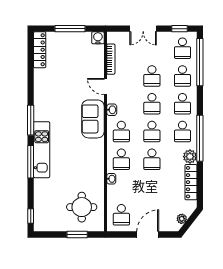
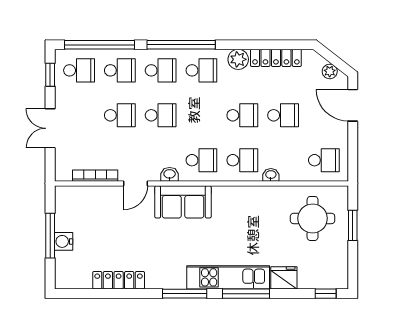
double door: (143, 29) -> (50, 128), swing flipped
water cooler: (98, 38) -> (64, 241), moved
locker: (40, 50) -> (119, 280), moved
school desk: (152, 132) -> (283, 115), moved
window: (200, 138) -> (181, 45), moved
fridge: (41, 188) -> (284, 278), added
door: (148, 234) -> (353, 105), moved

